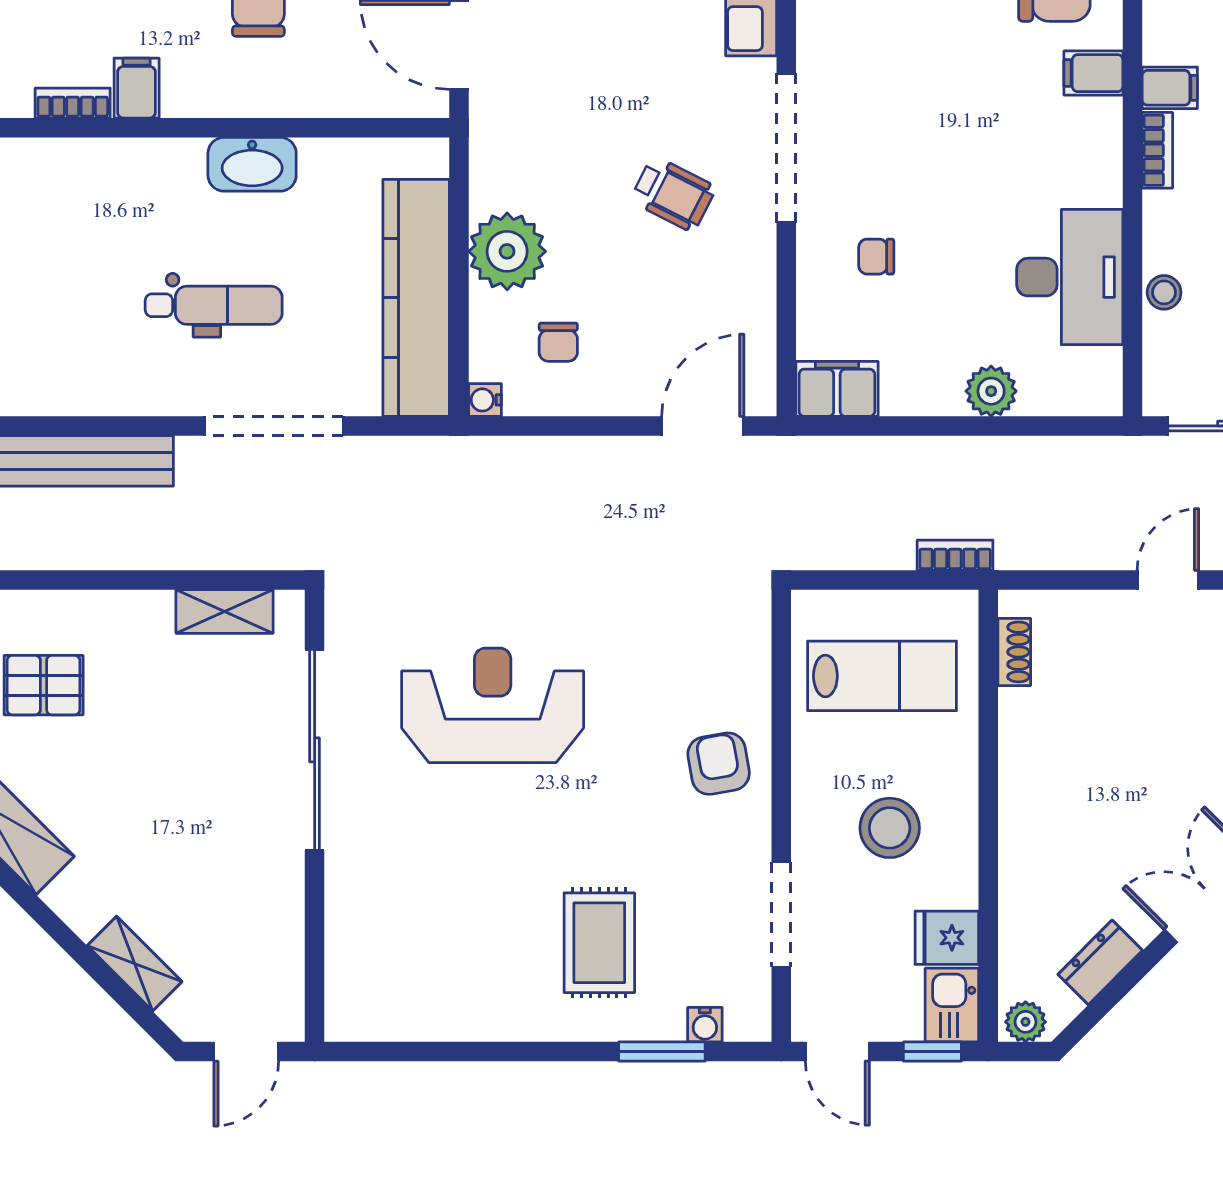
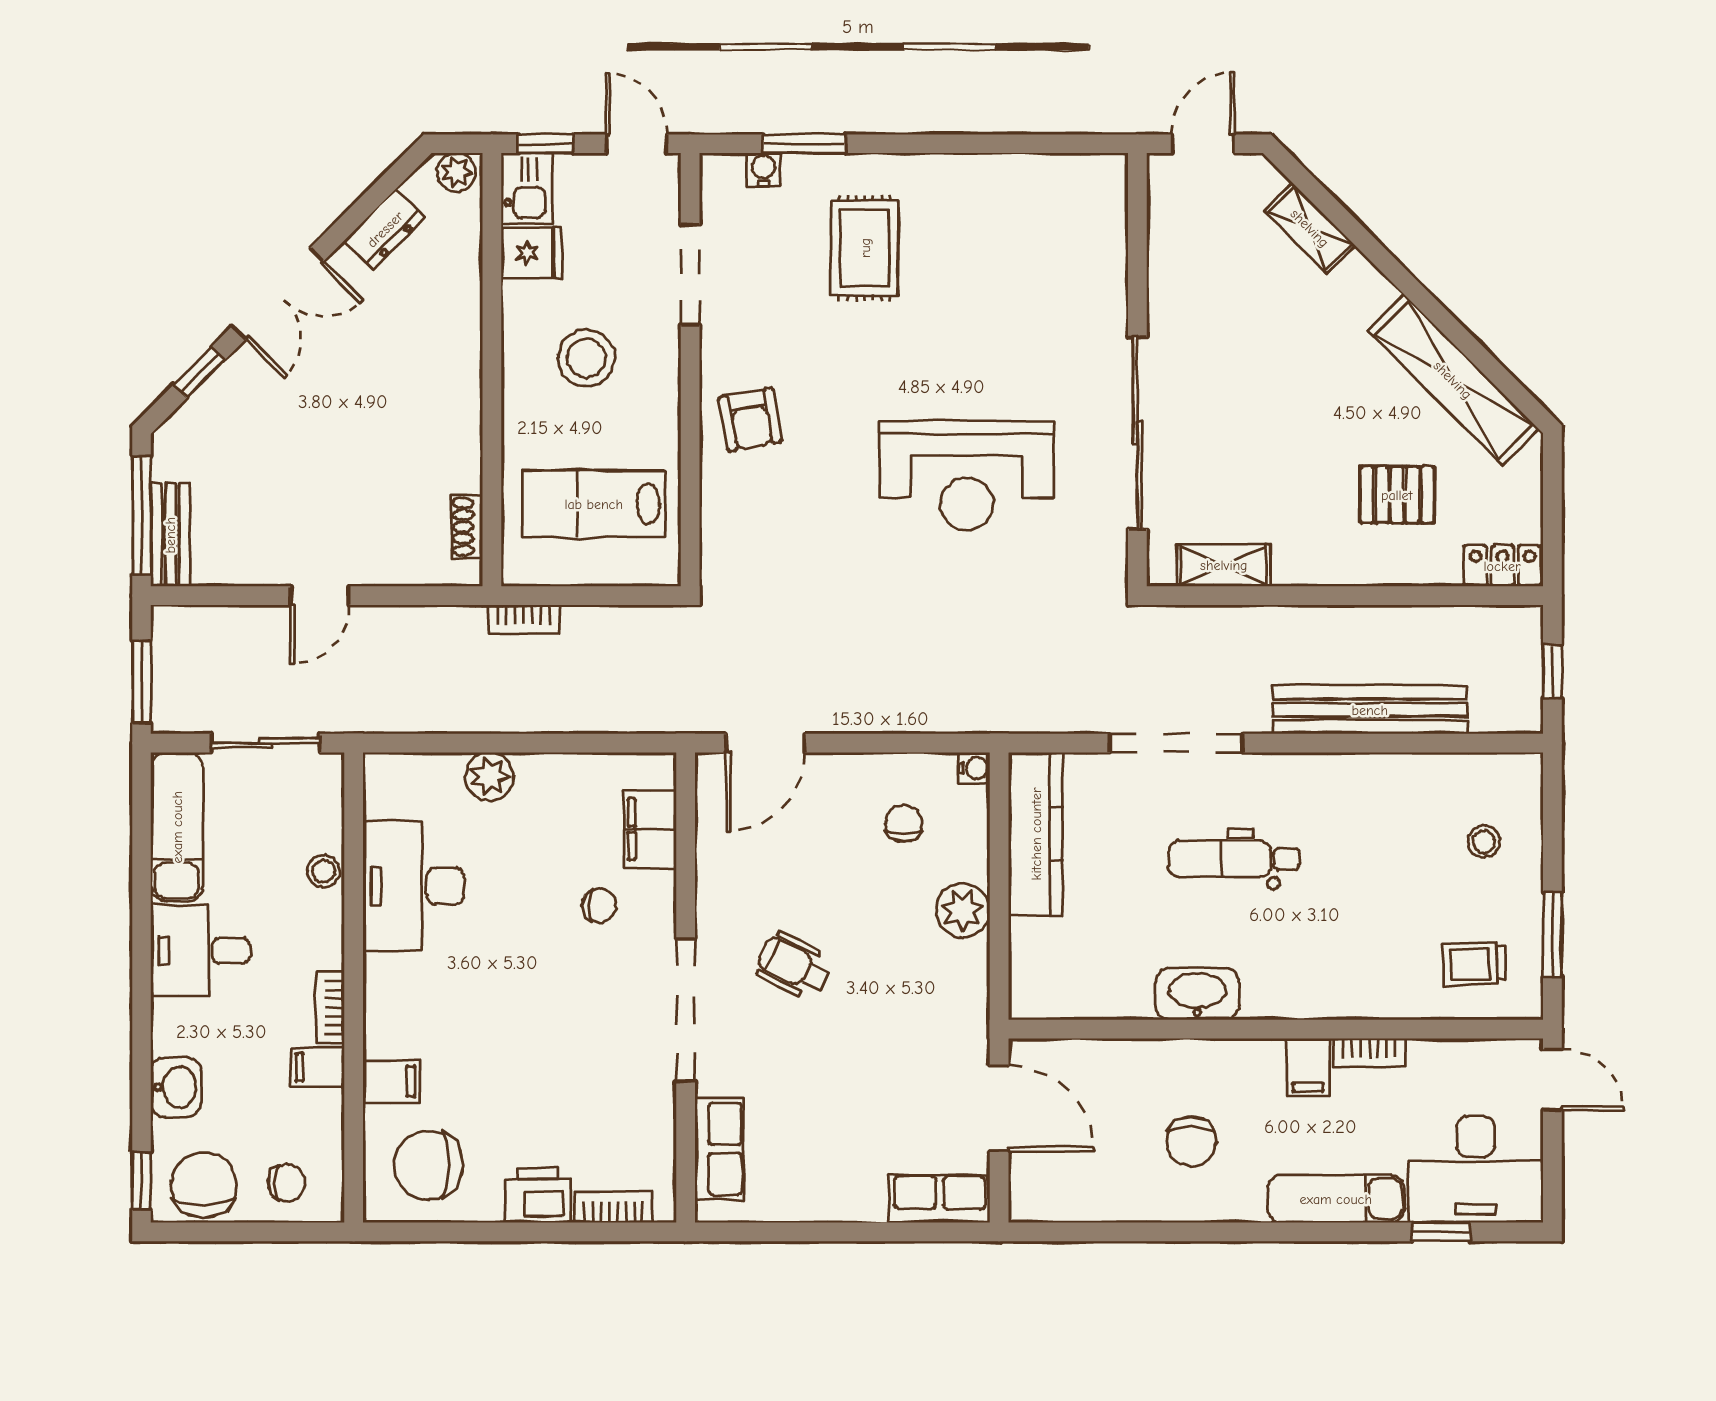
plant: (507, 251) -> (963, 910), width x0.73, depth x0.73
kitchen counter: (416, 298) -> (1036, 834), width x0.72, depth x0.86
filing cabinet: (837, 389) -> (650, 829), moved, turned 90

